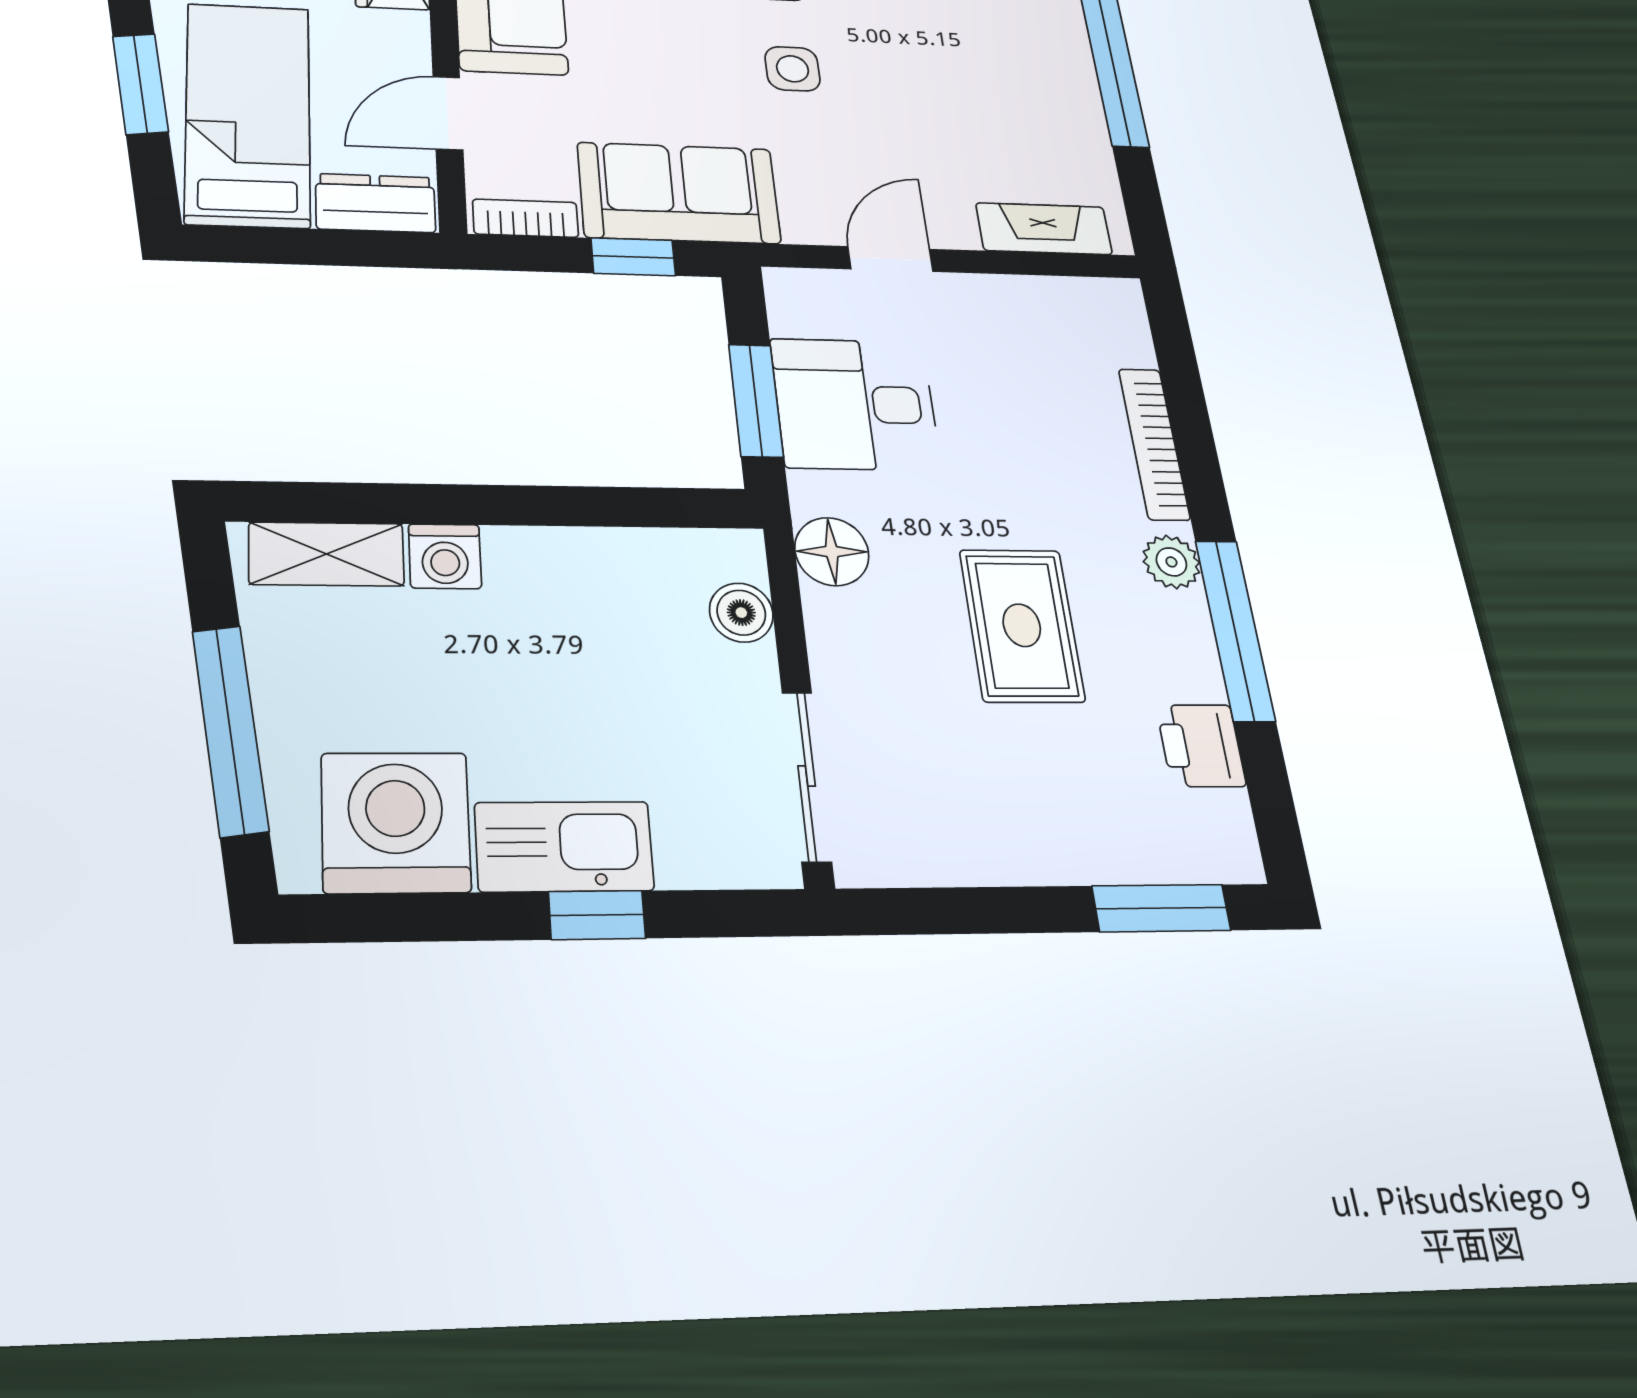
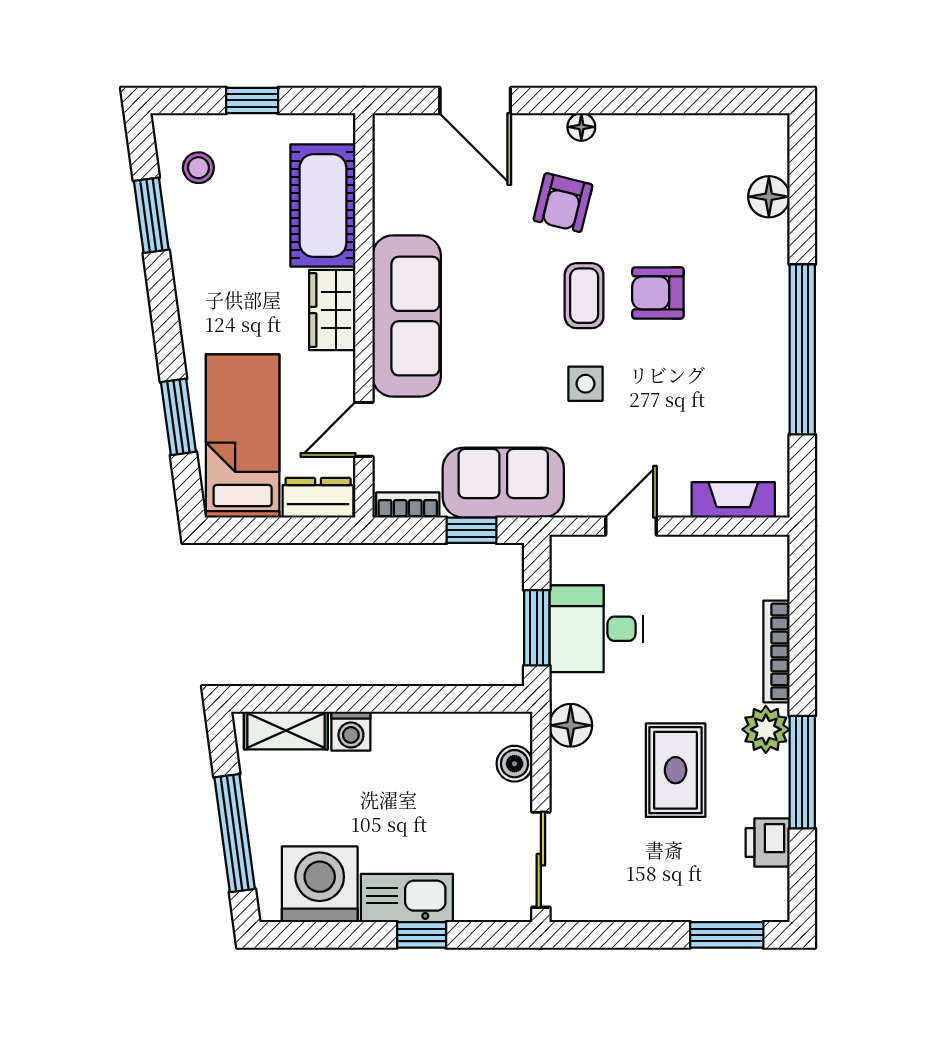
plant: (1171, 562) -> (766, 729), width x1.38, depth x1.38

